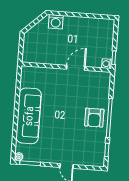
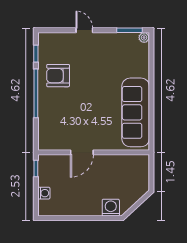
washing machine: (107, 64) -> (44, 193), moved
sofa: (29, 116) -> (136, 112), moved
armchair: (94, 118) -> (58, 76), moved, turned -90

